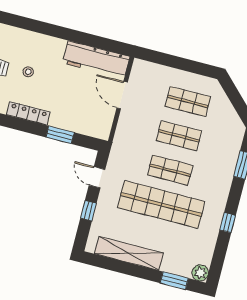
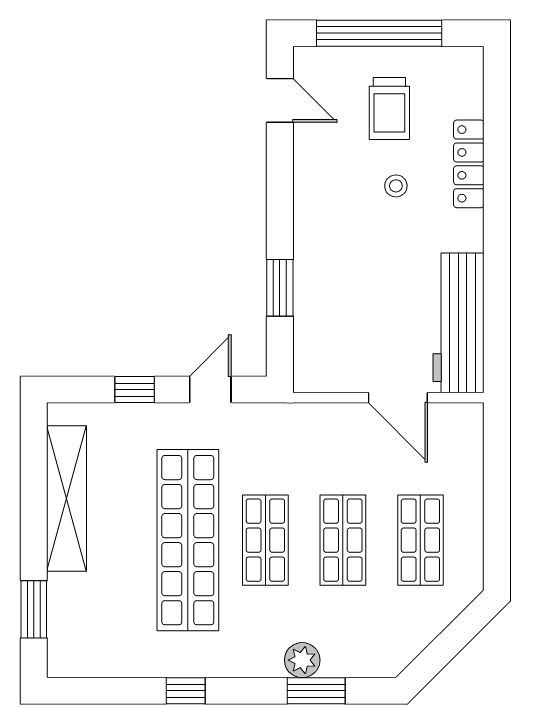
door: (122, 95) -> (398, 398), swing flipped
locker: (28, 113) -> (469, 164), moved, turned 180
plant: (200, 273) -> (302, 660), moved

